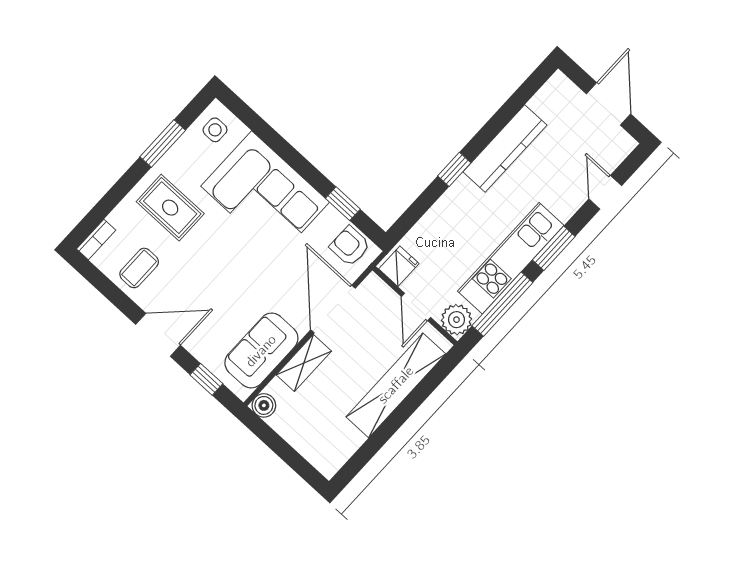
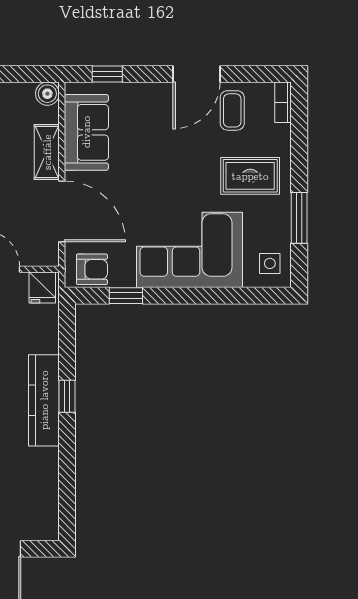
kitchen counter: (505, 148) -> (44, 400), moved
door: (158, 335) -> (196, 74), moved

